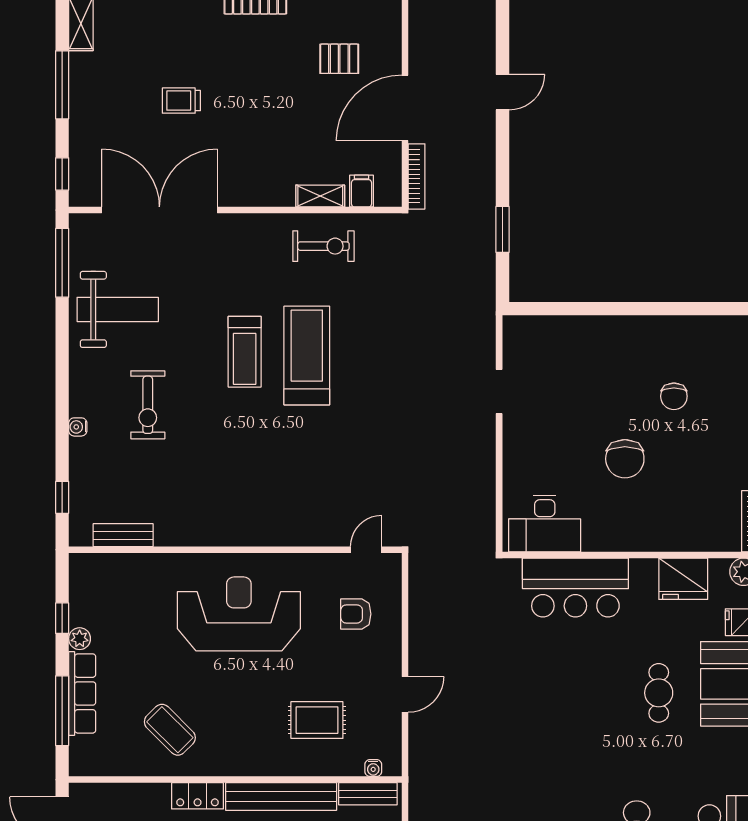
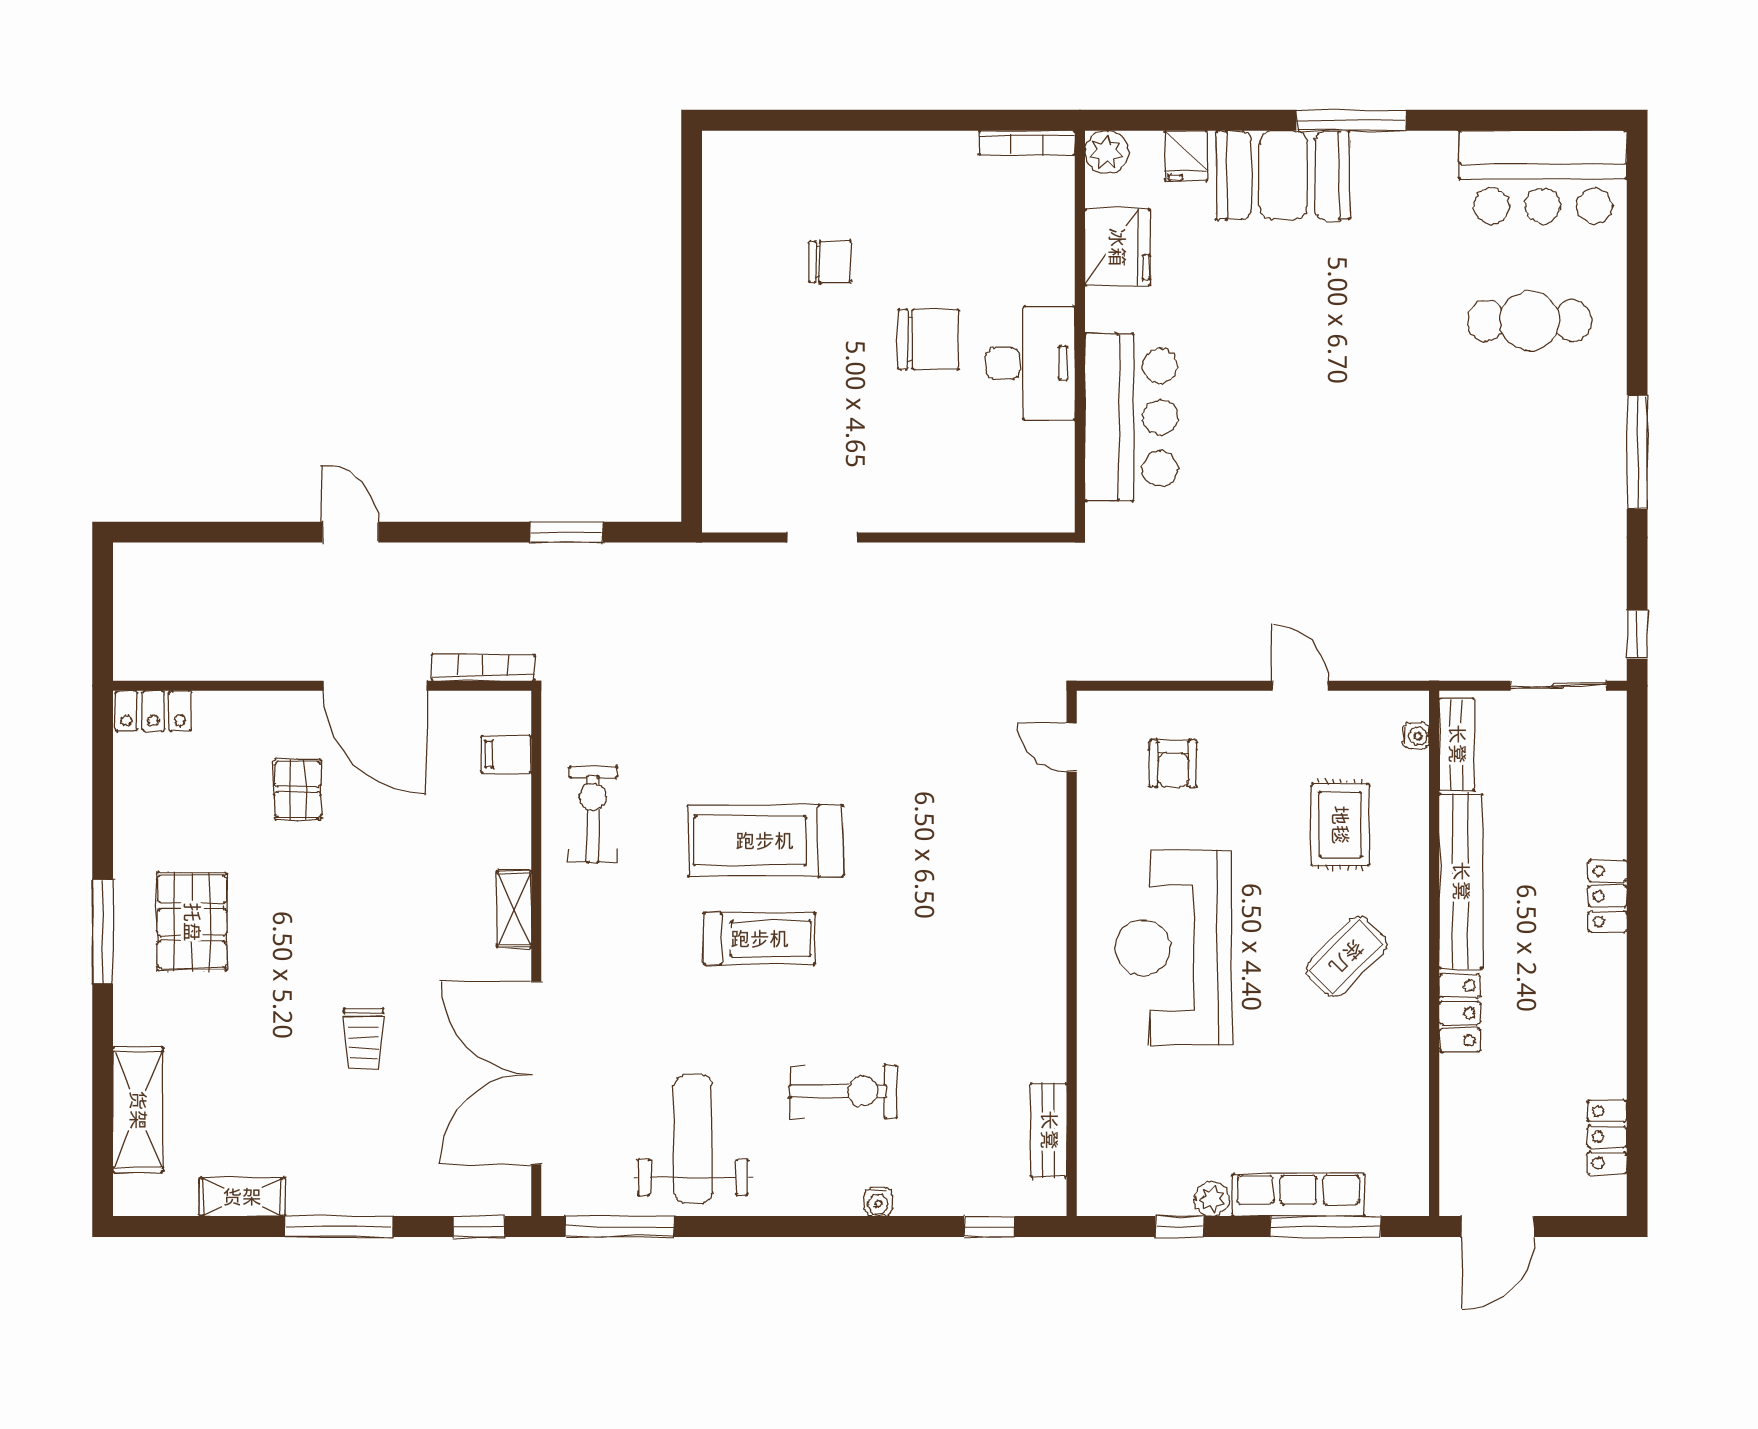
shelving: (320, 196) -> (514, 909), moved
desk: (545, 523) -> (1030, 363), moved
cafe table: (659, 693) -> (1297, 286), removed
coffee table: (170, 730) -> (1346, 957), moved

